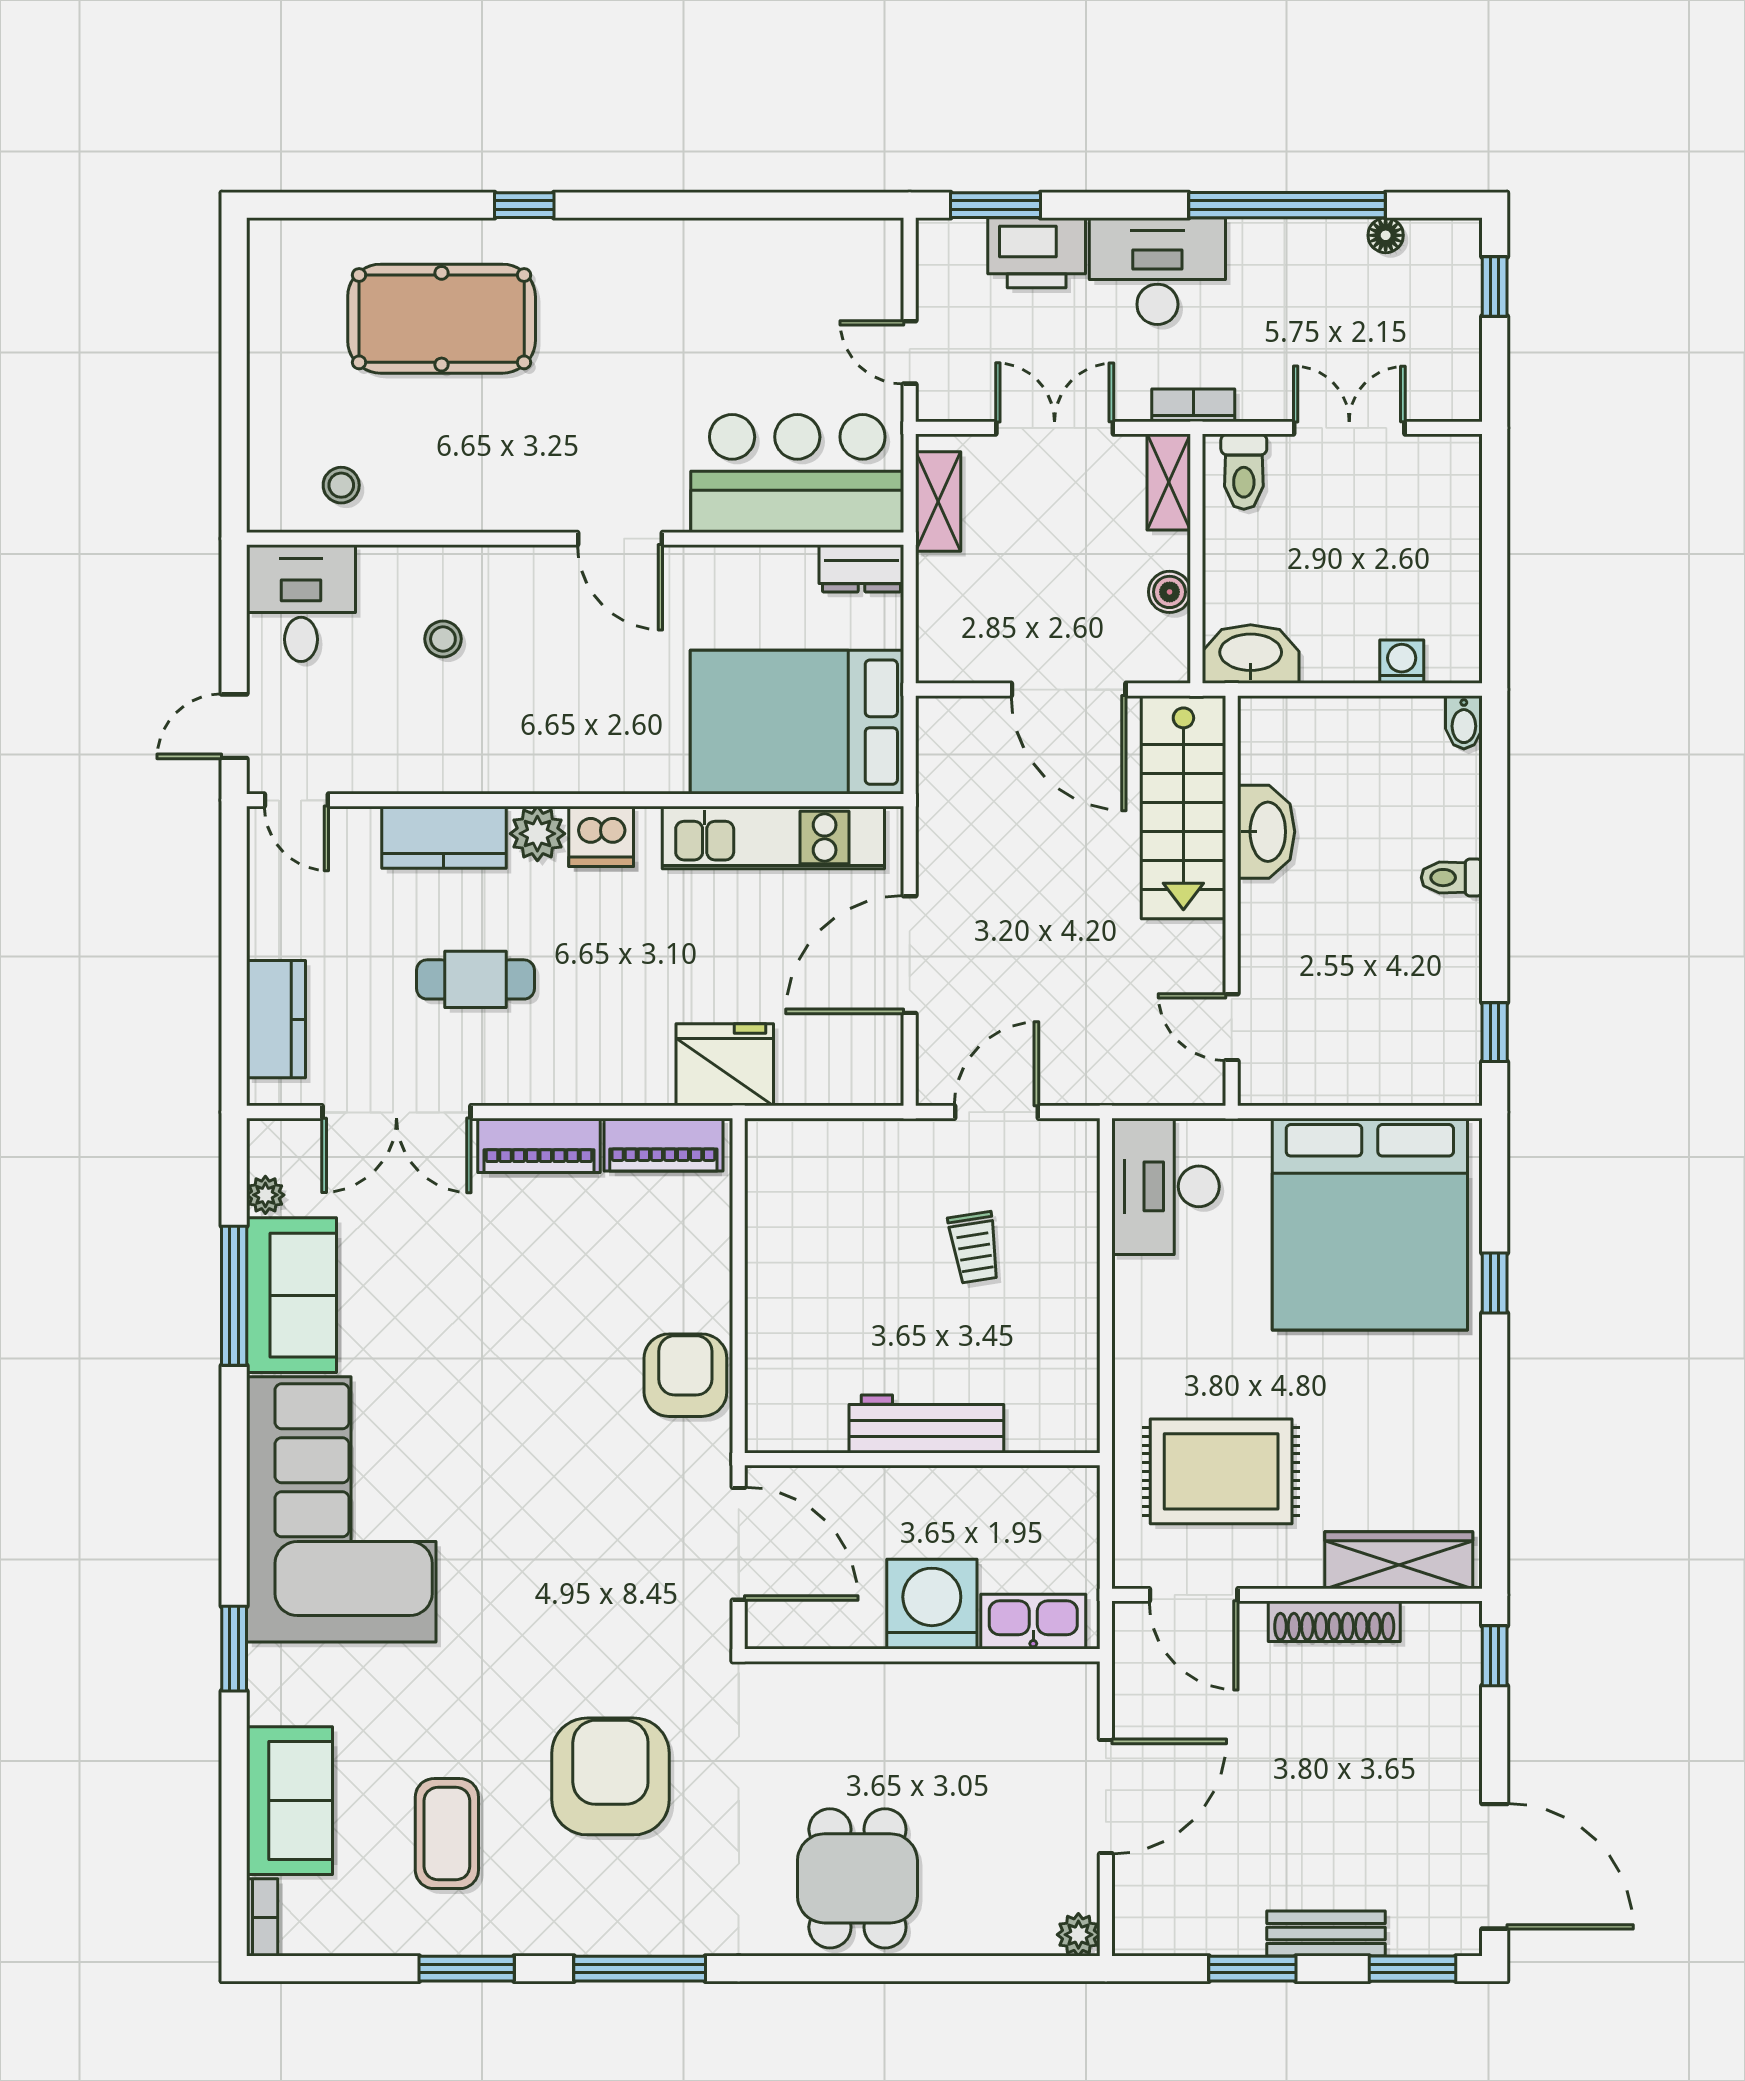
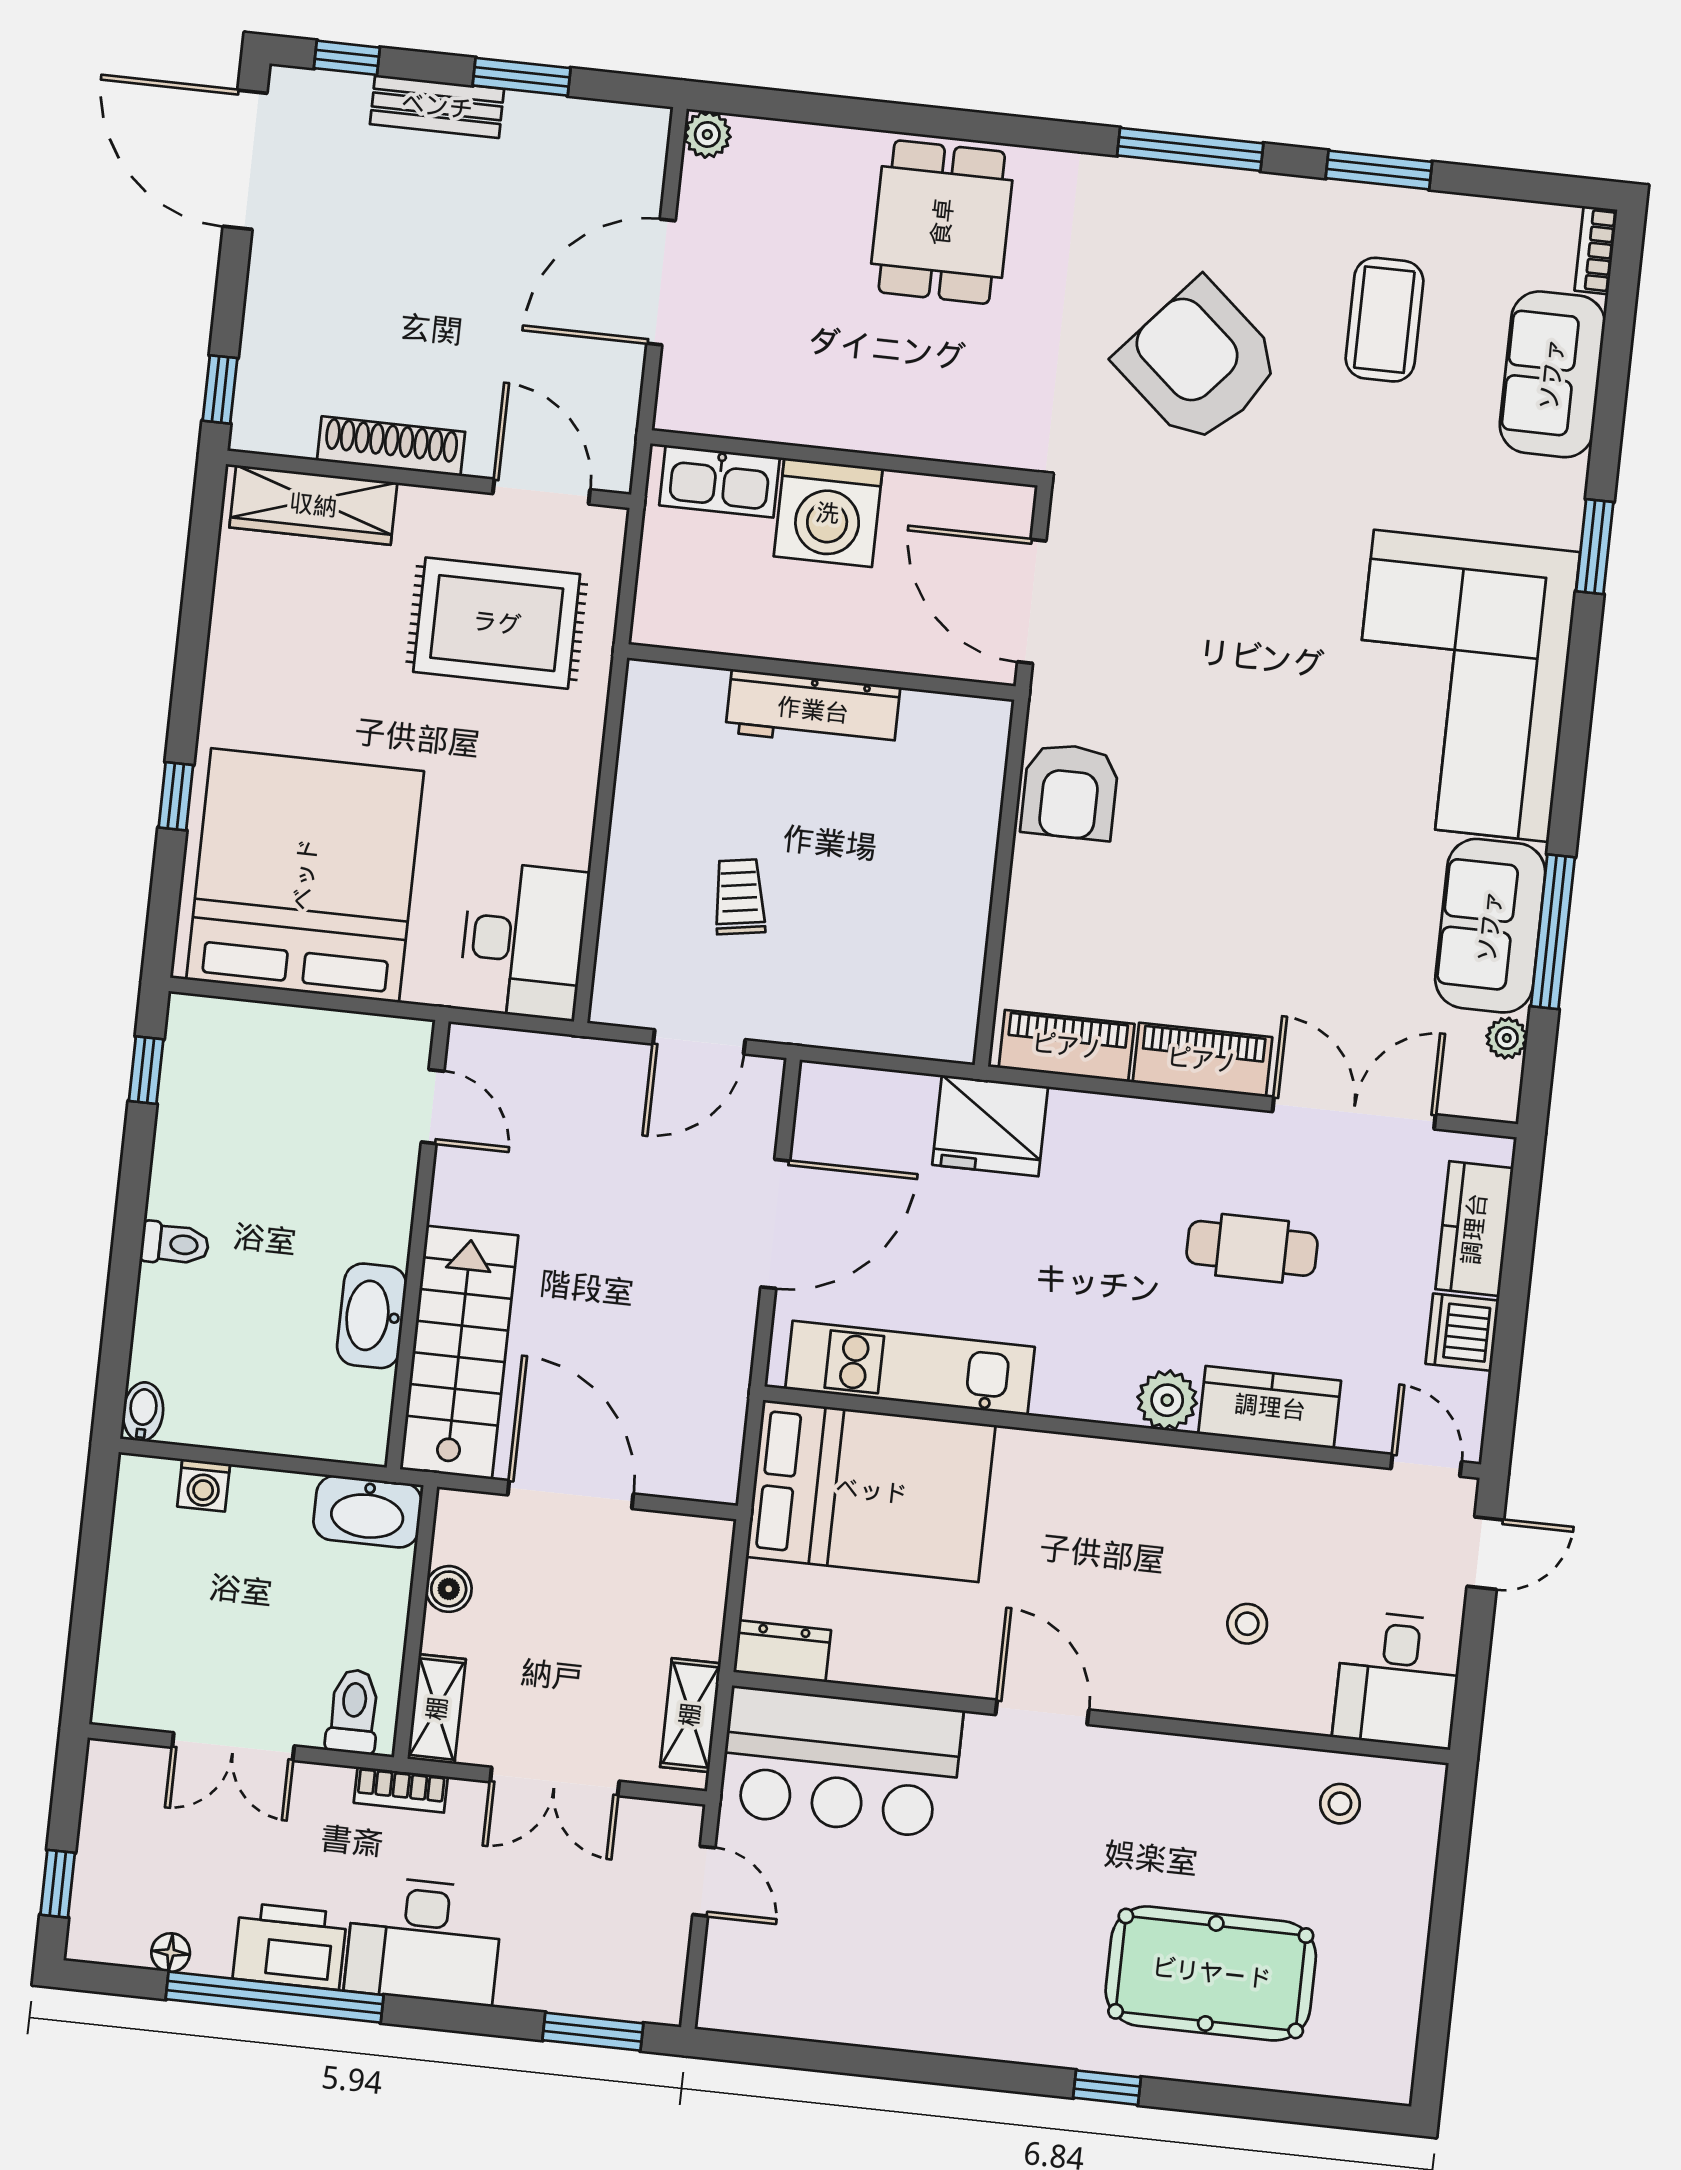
printer: (1037, 253) -> (290, 1946), moved
dishwasher: (601, 836) -> (1462, 1332), moved, turned -90
armchair: (610, 1776) -> (1199, 363), turned 131
window: (1412, 1969) -> (347, 58), width x0.67

